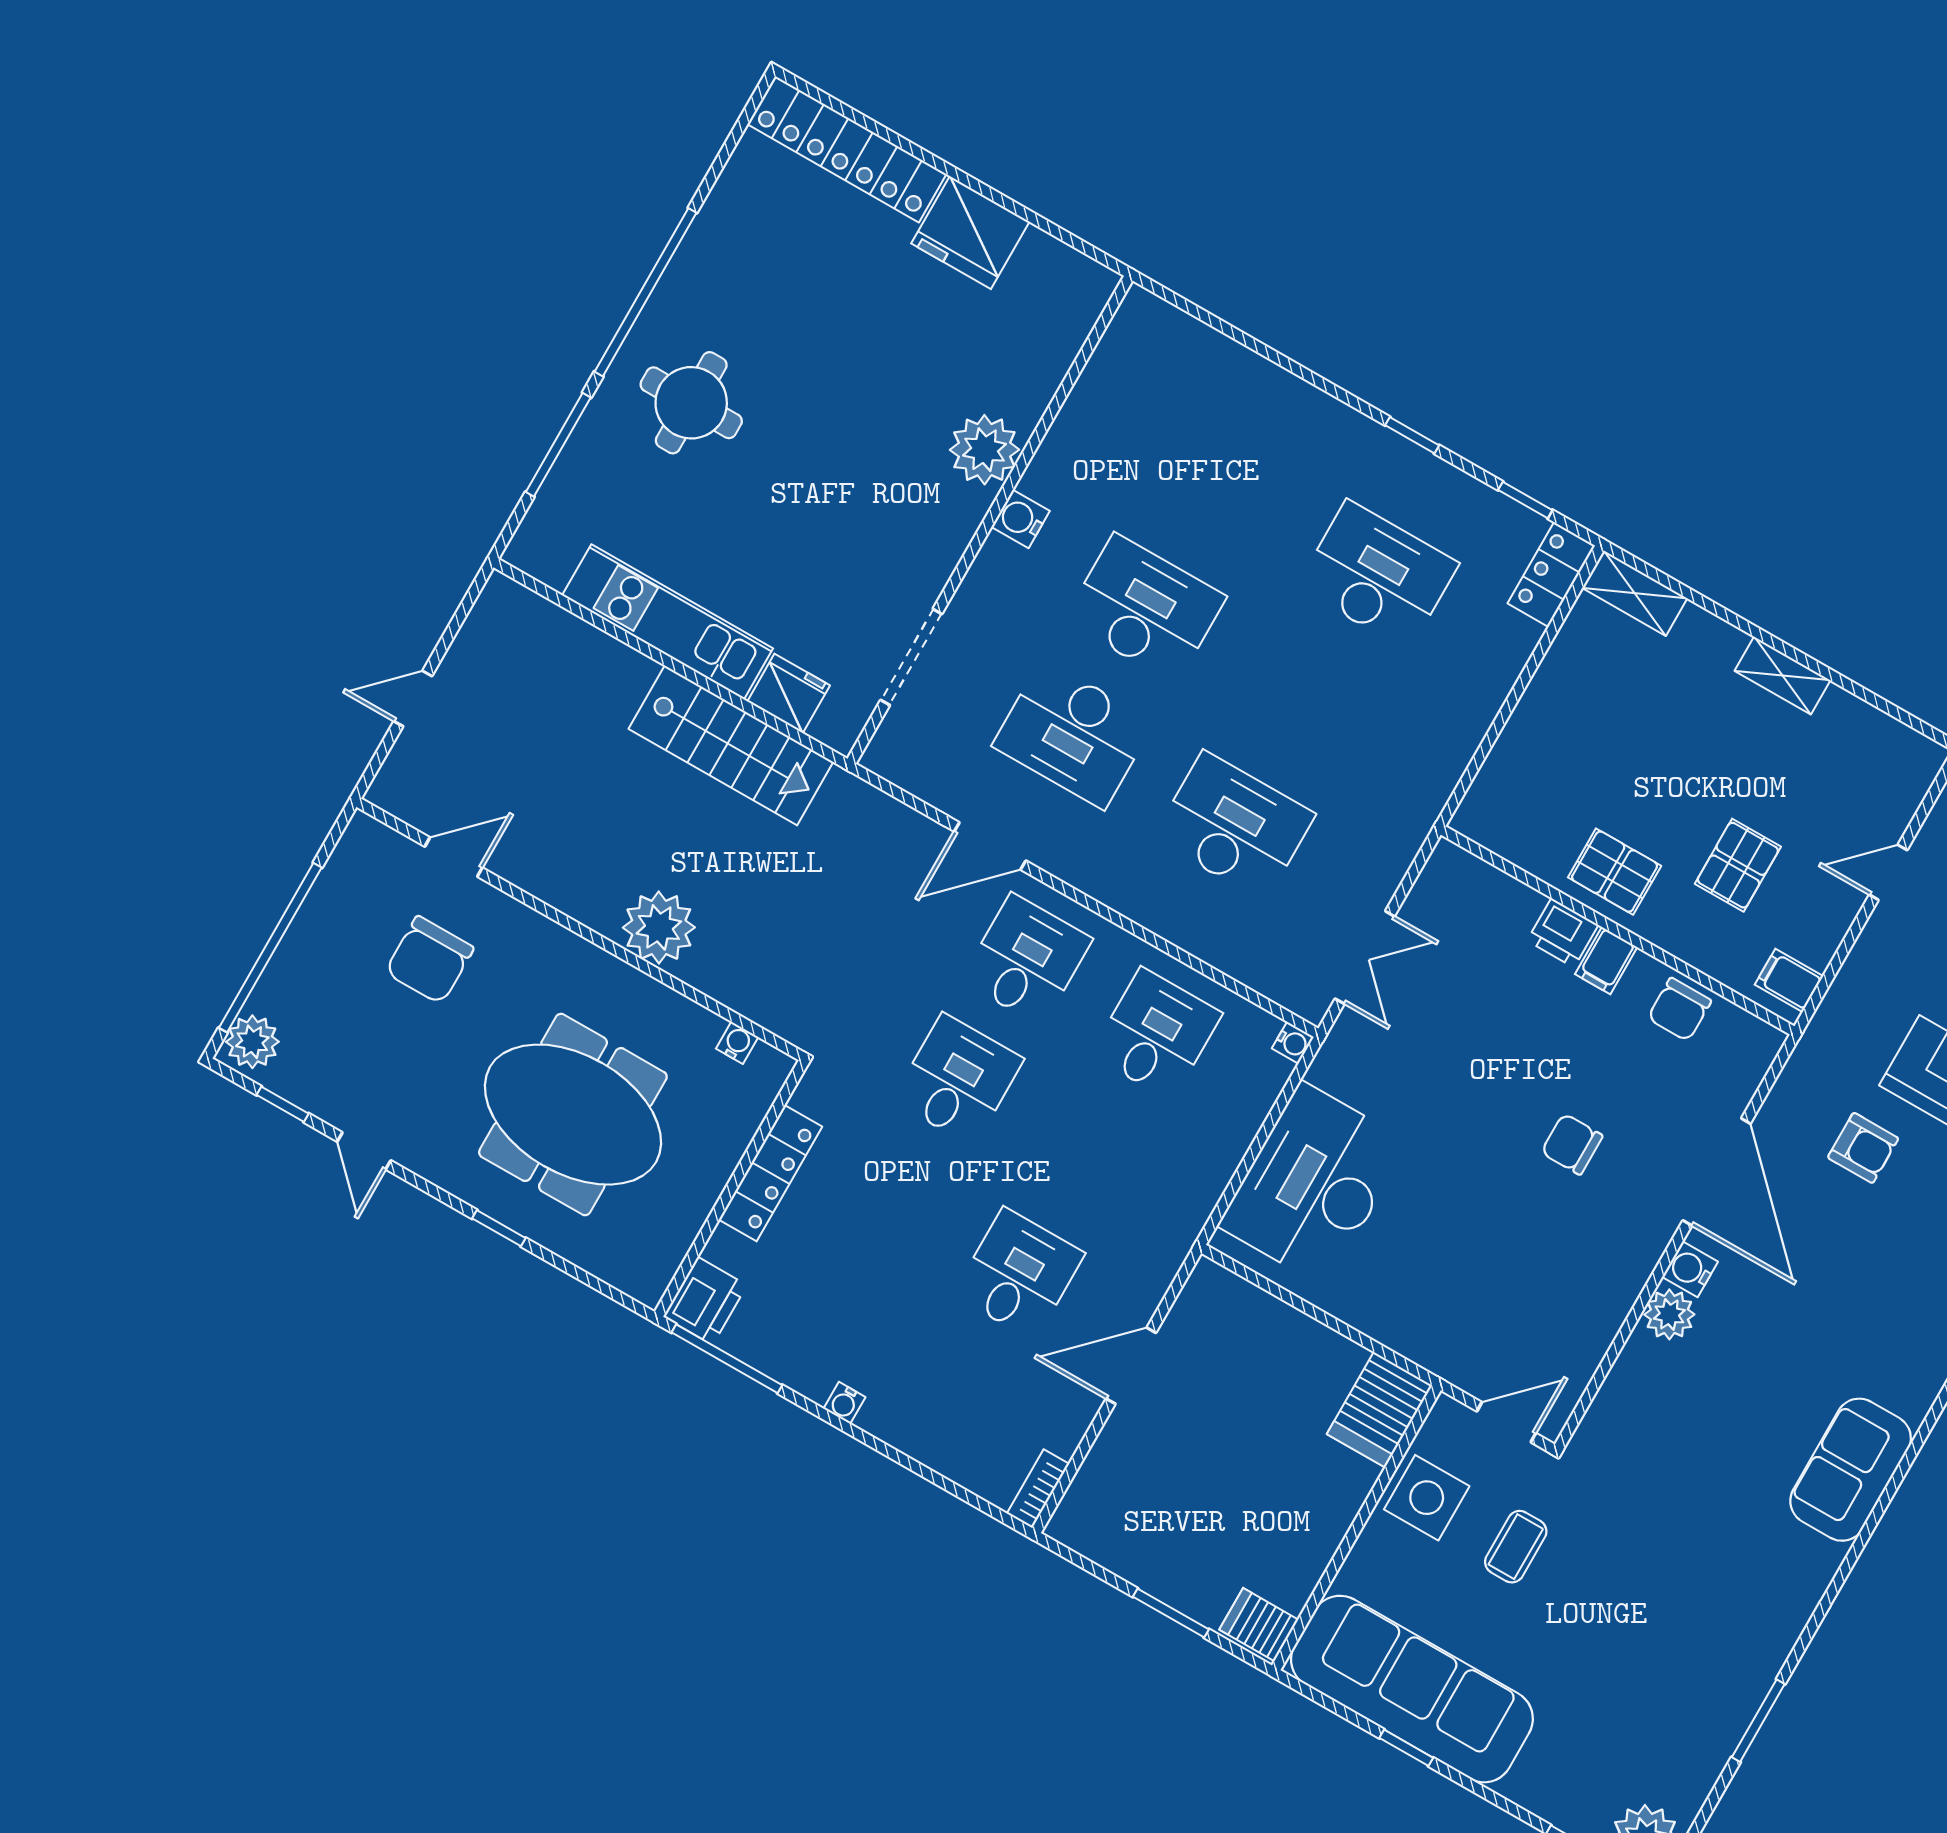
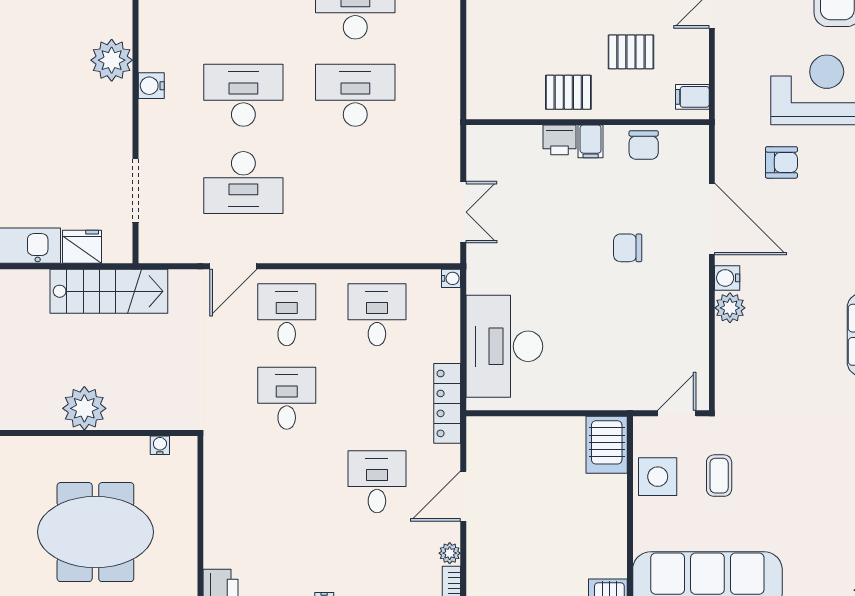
stairs: (731, 745) -> (109, 291), moved
desk: (1234, 826) -> (355, 95), moved
pallet: (1738, 865) -> (631, 52), turned 90
locker: (770, 1173) -> (447, 403), moved, turned 180
plant: (1065, 1436) -> (450, 553), added

